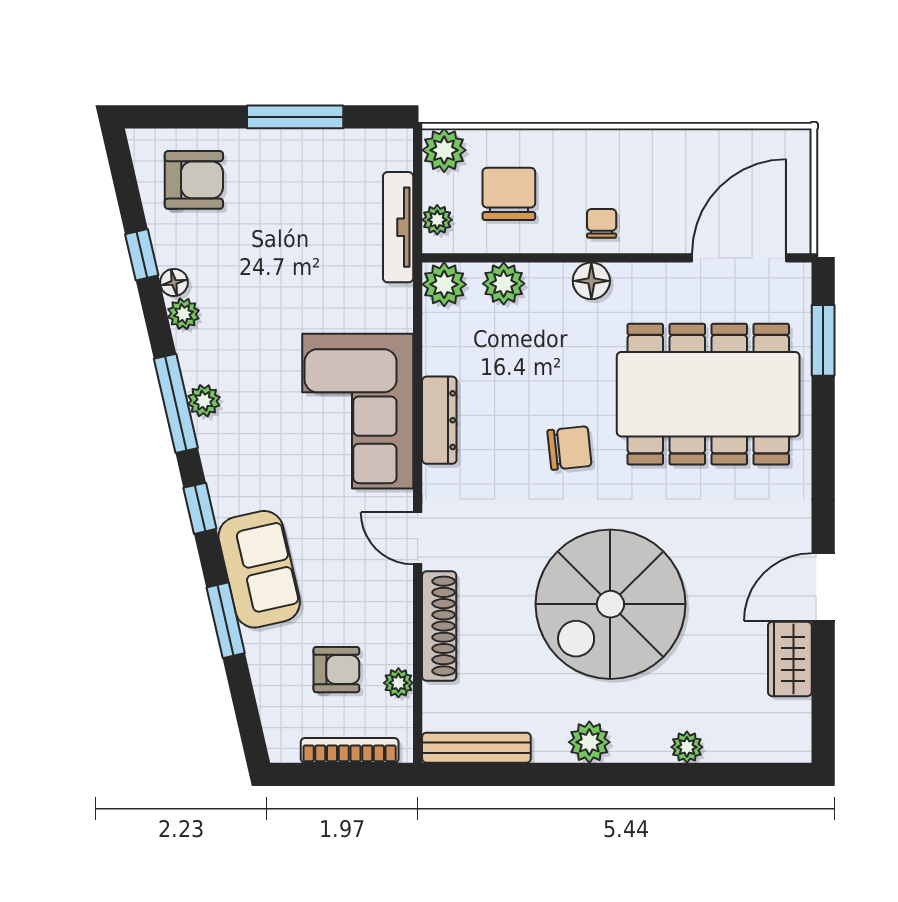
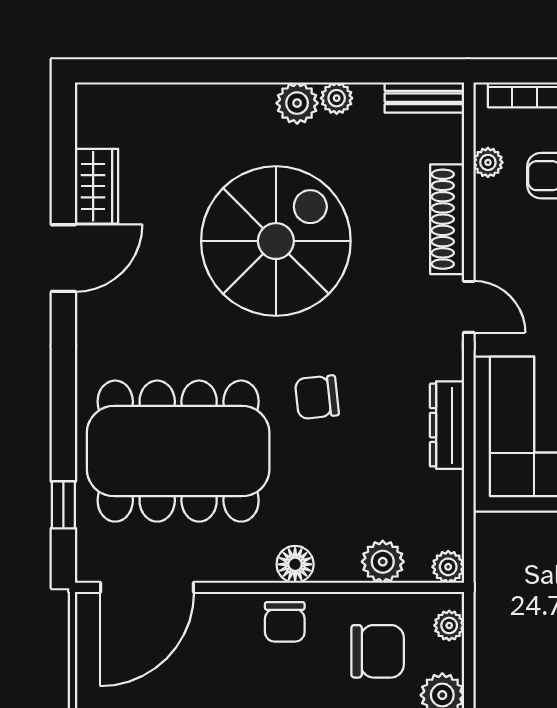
chair: (509, 194) -> (378, 651), turned -90
chair: (602, 223) -> (285, 622), width x1.37, depth x1.37
tv unit: (398, 227) -> (488, 618), removed
plant: (444, 284) -> (448, 567), width x0.73, depth x0.73
window: (823, 340) -> (63, 505), width x0.67
plant: (687, 747) -> (337, 98), moved
bench: (476, 748) -> (424, 98), width x0.73

